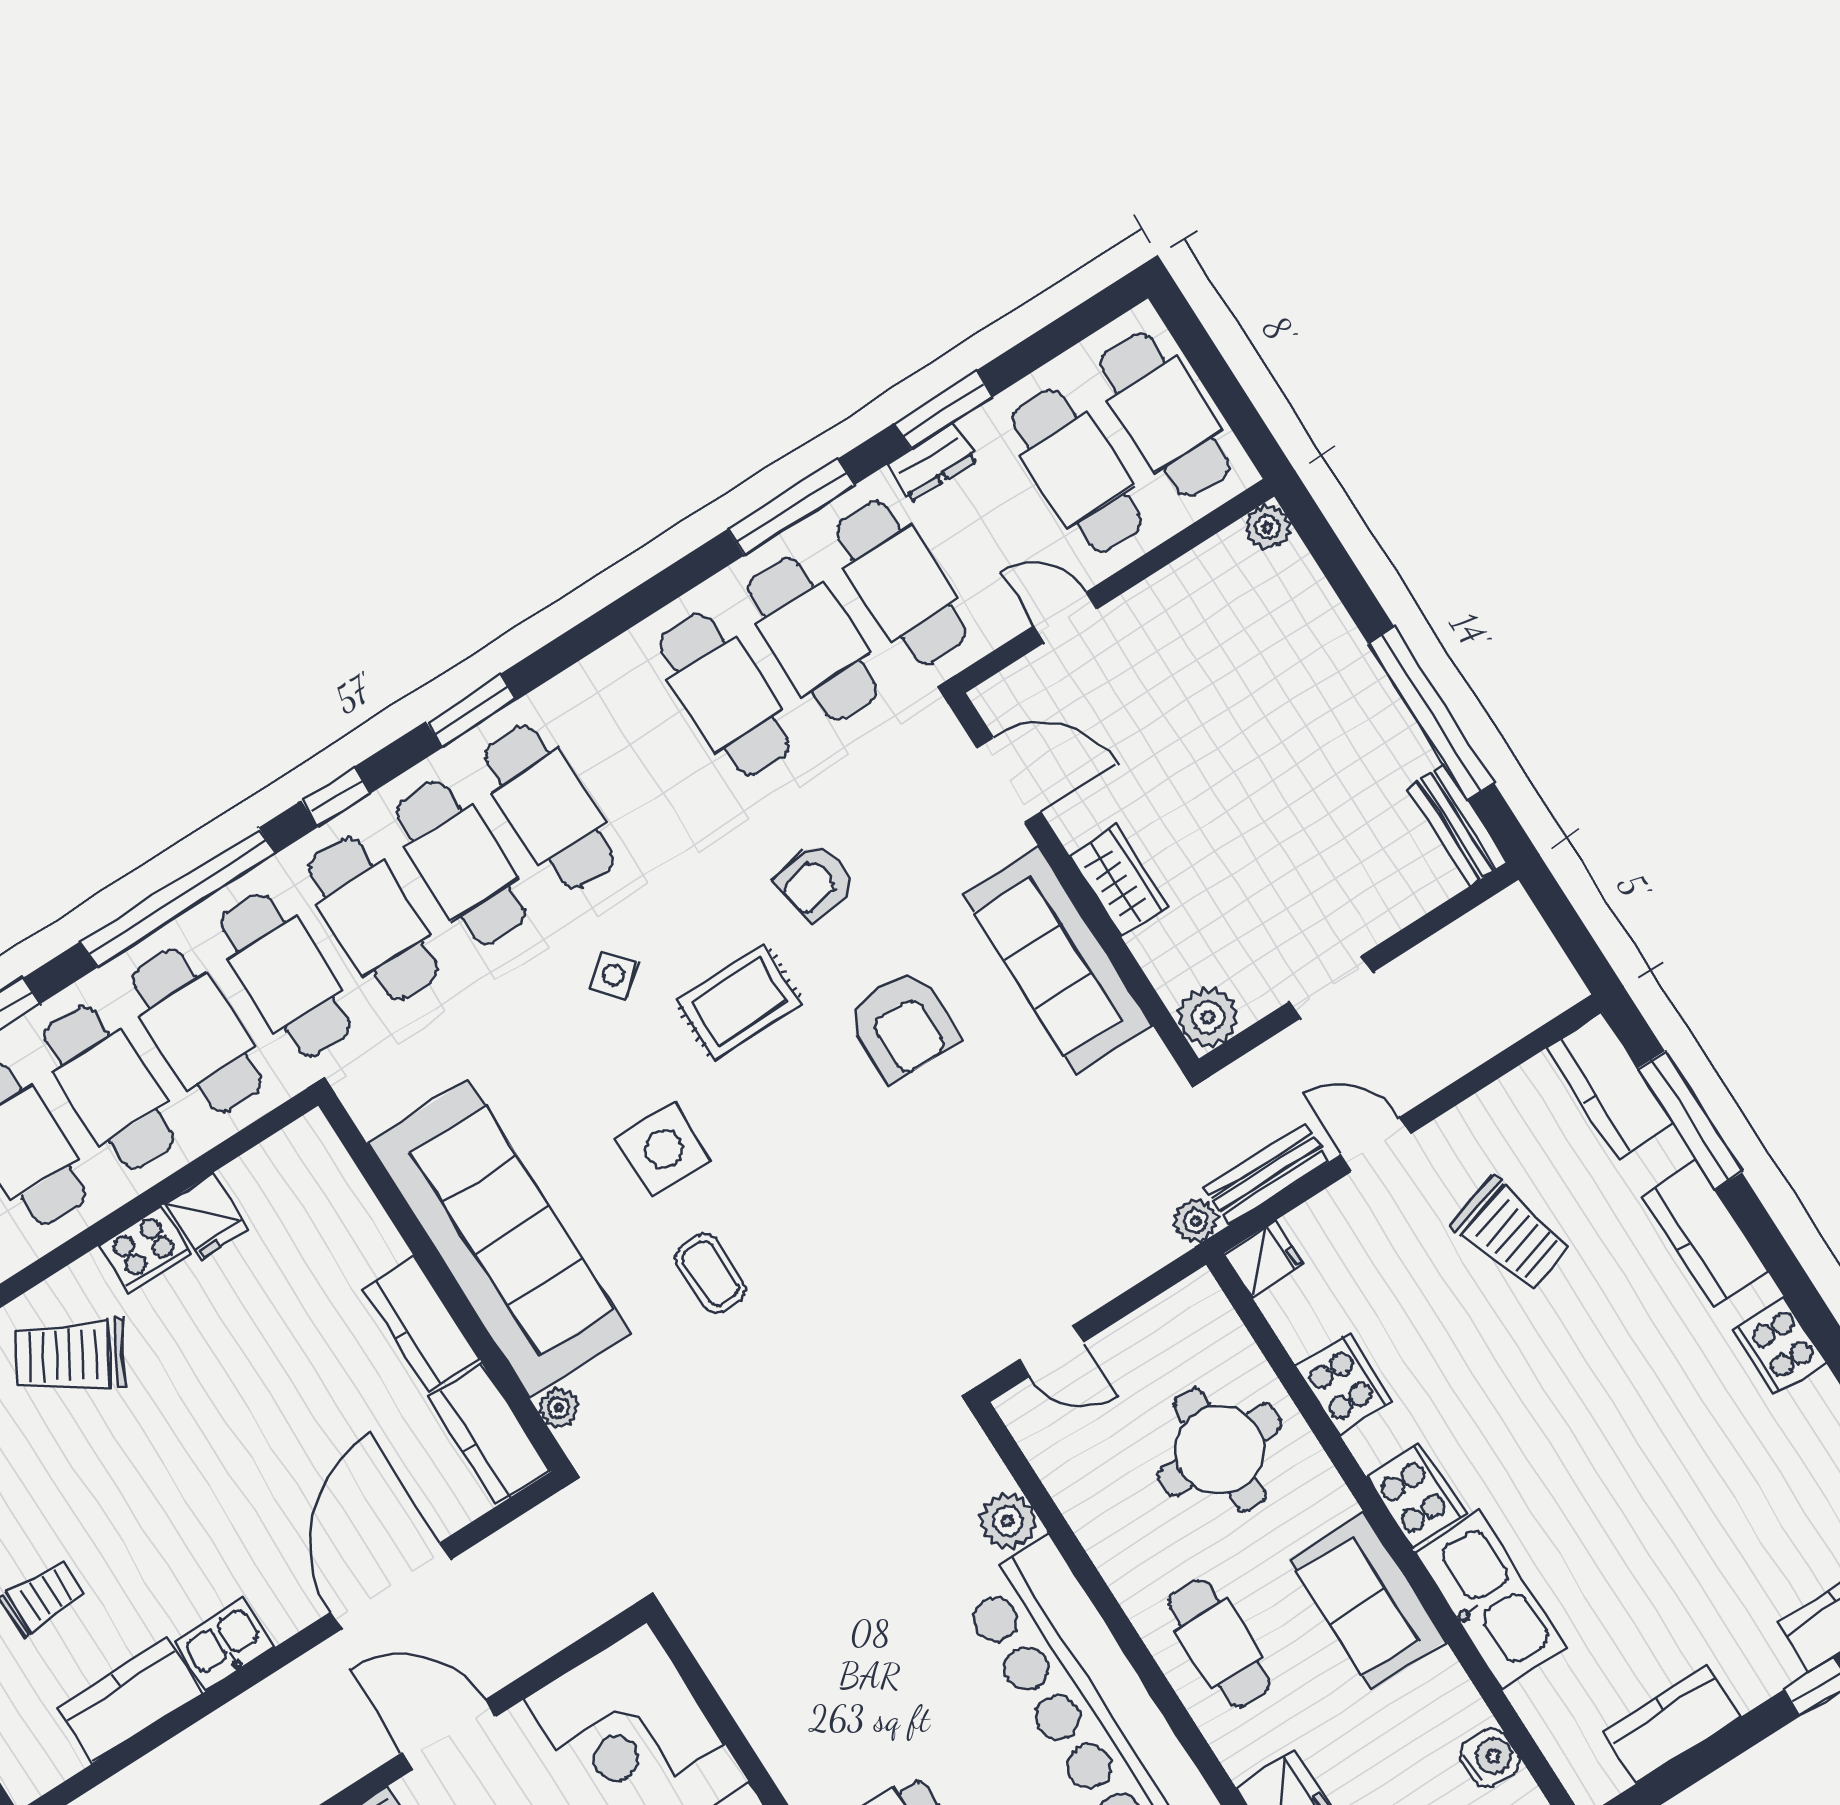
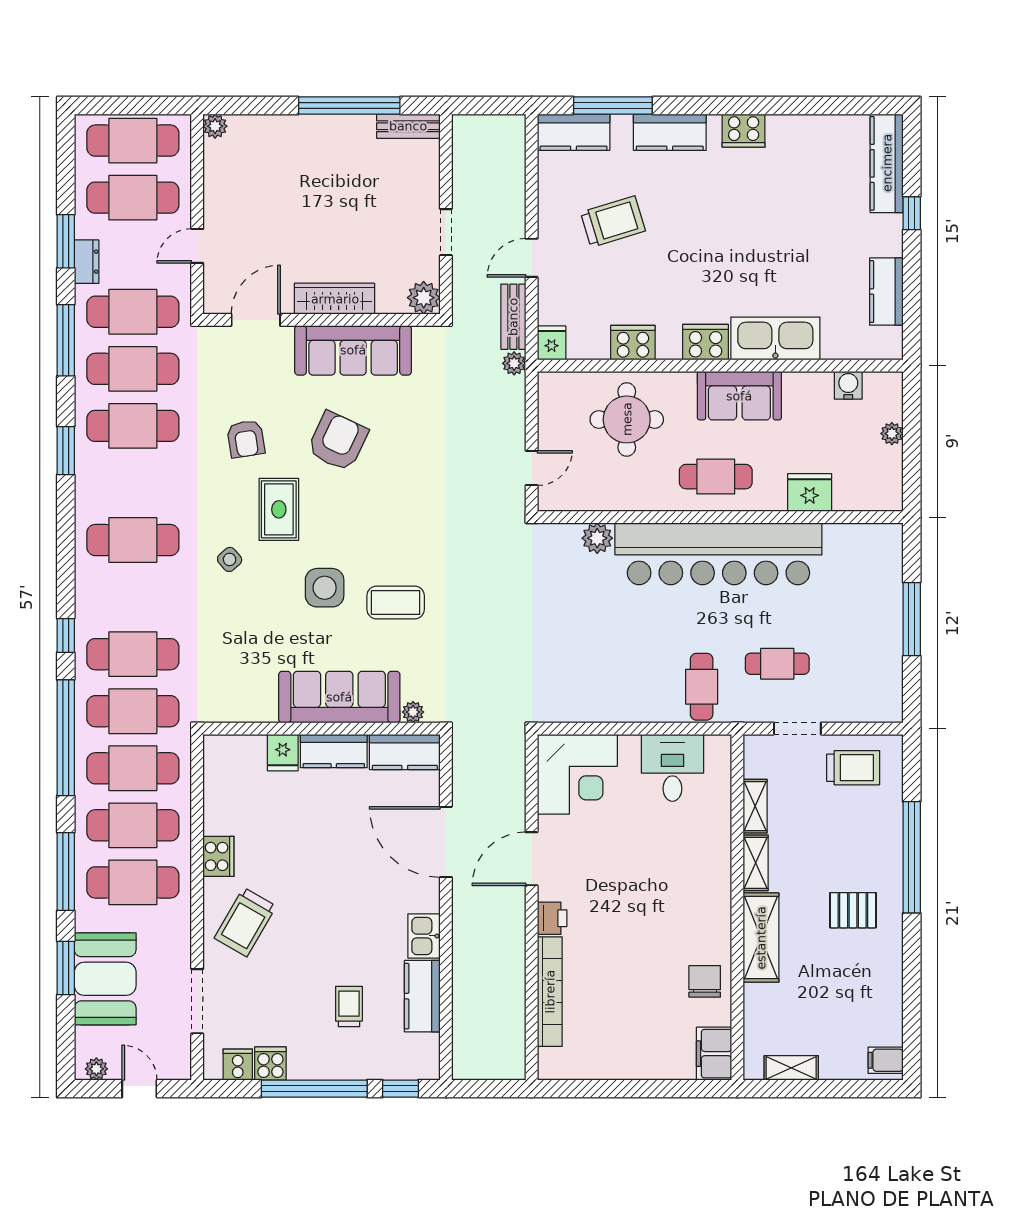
window: (471, 711) -> (66, 451), moved
cafe table: (461, 863) -> (133, 597), removed
wardrobe: (1119, 881) -> (335, 299), width x1.50
armchair: (902, 1026) -> (338, 441), turned -65
fridge: (206, 1217) -> (283, 753), moved, turned 90
sofa: (499, 1239) -> (339, 697), width x0.74, depth x0.79
coffee table: (711, 1273) -> (396, 602), width x1.36, depth x1.30

